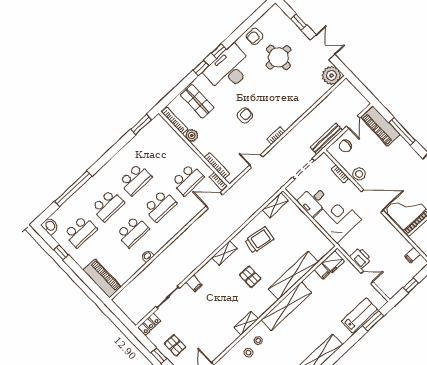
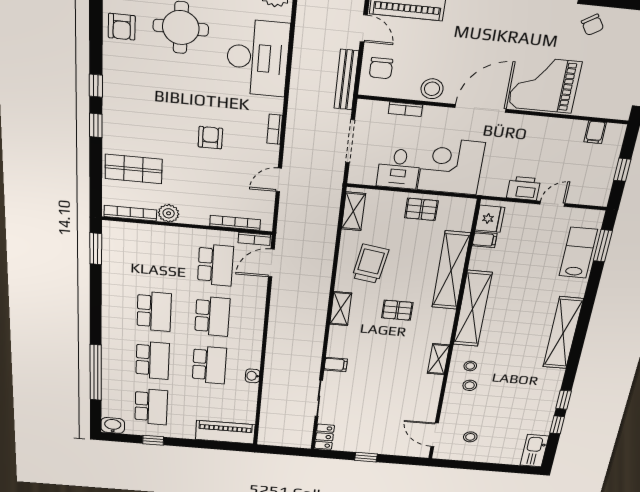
desk: (229, 69) -> (258, 58), moved, turned 180
pallet: (175, 345) -> (421, 209), moved

